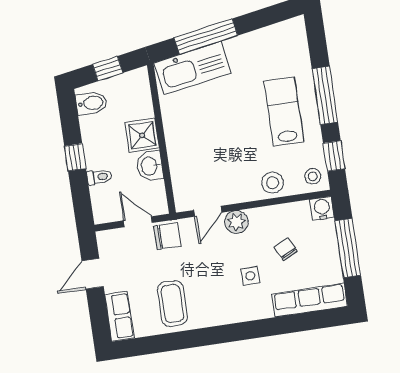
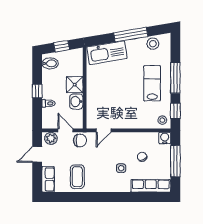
window: (206, 37) -> (131, 35), moved
stool: (273, 183) -> (153, 44), moved
plant: (236, 222) -> (51, 138), moved

